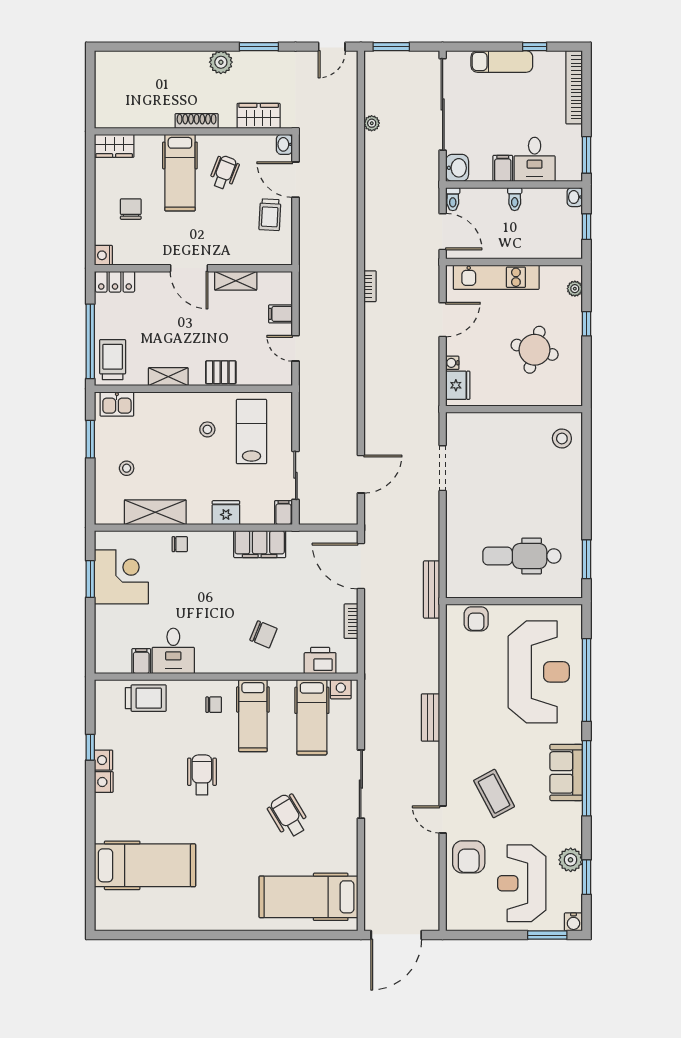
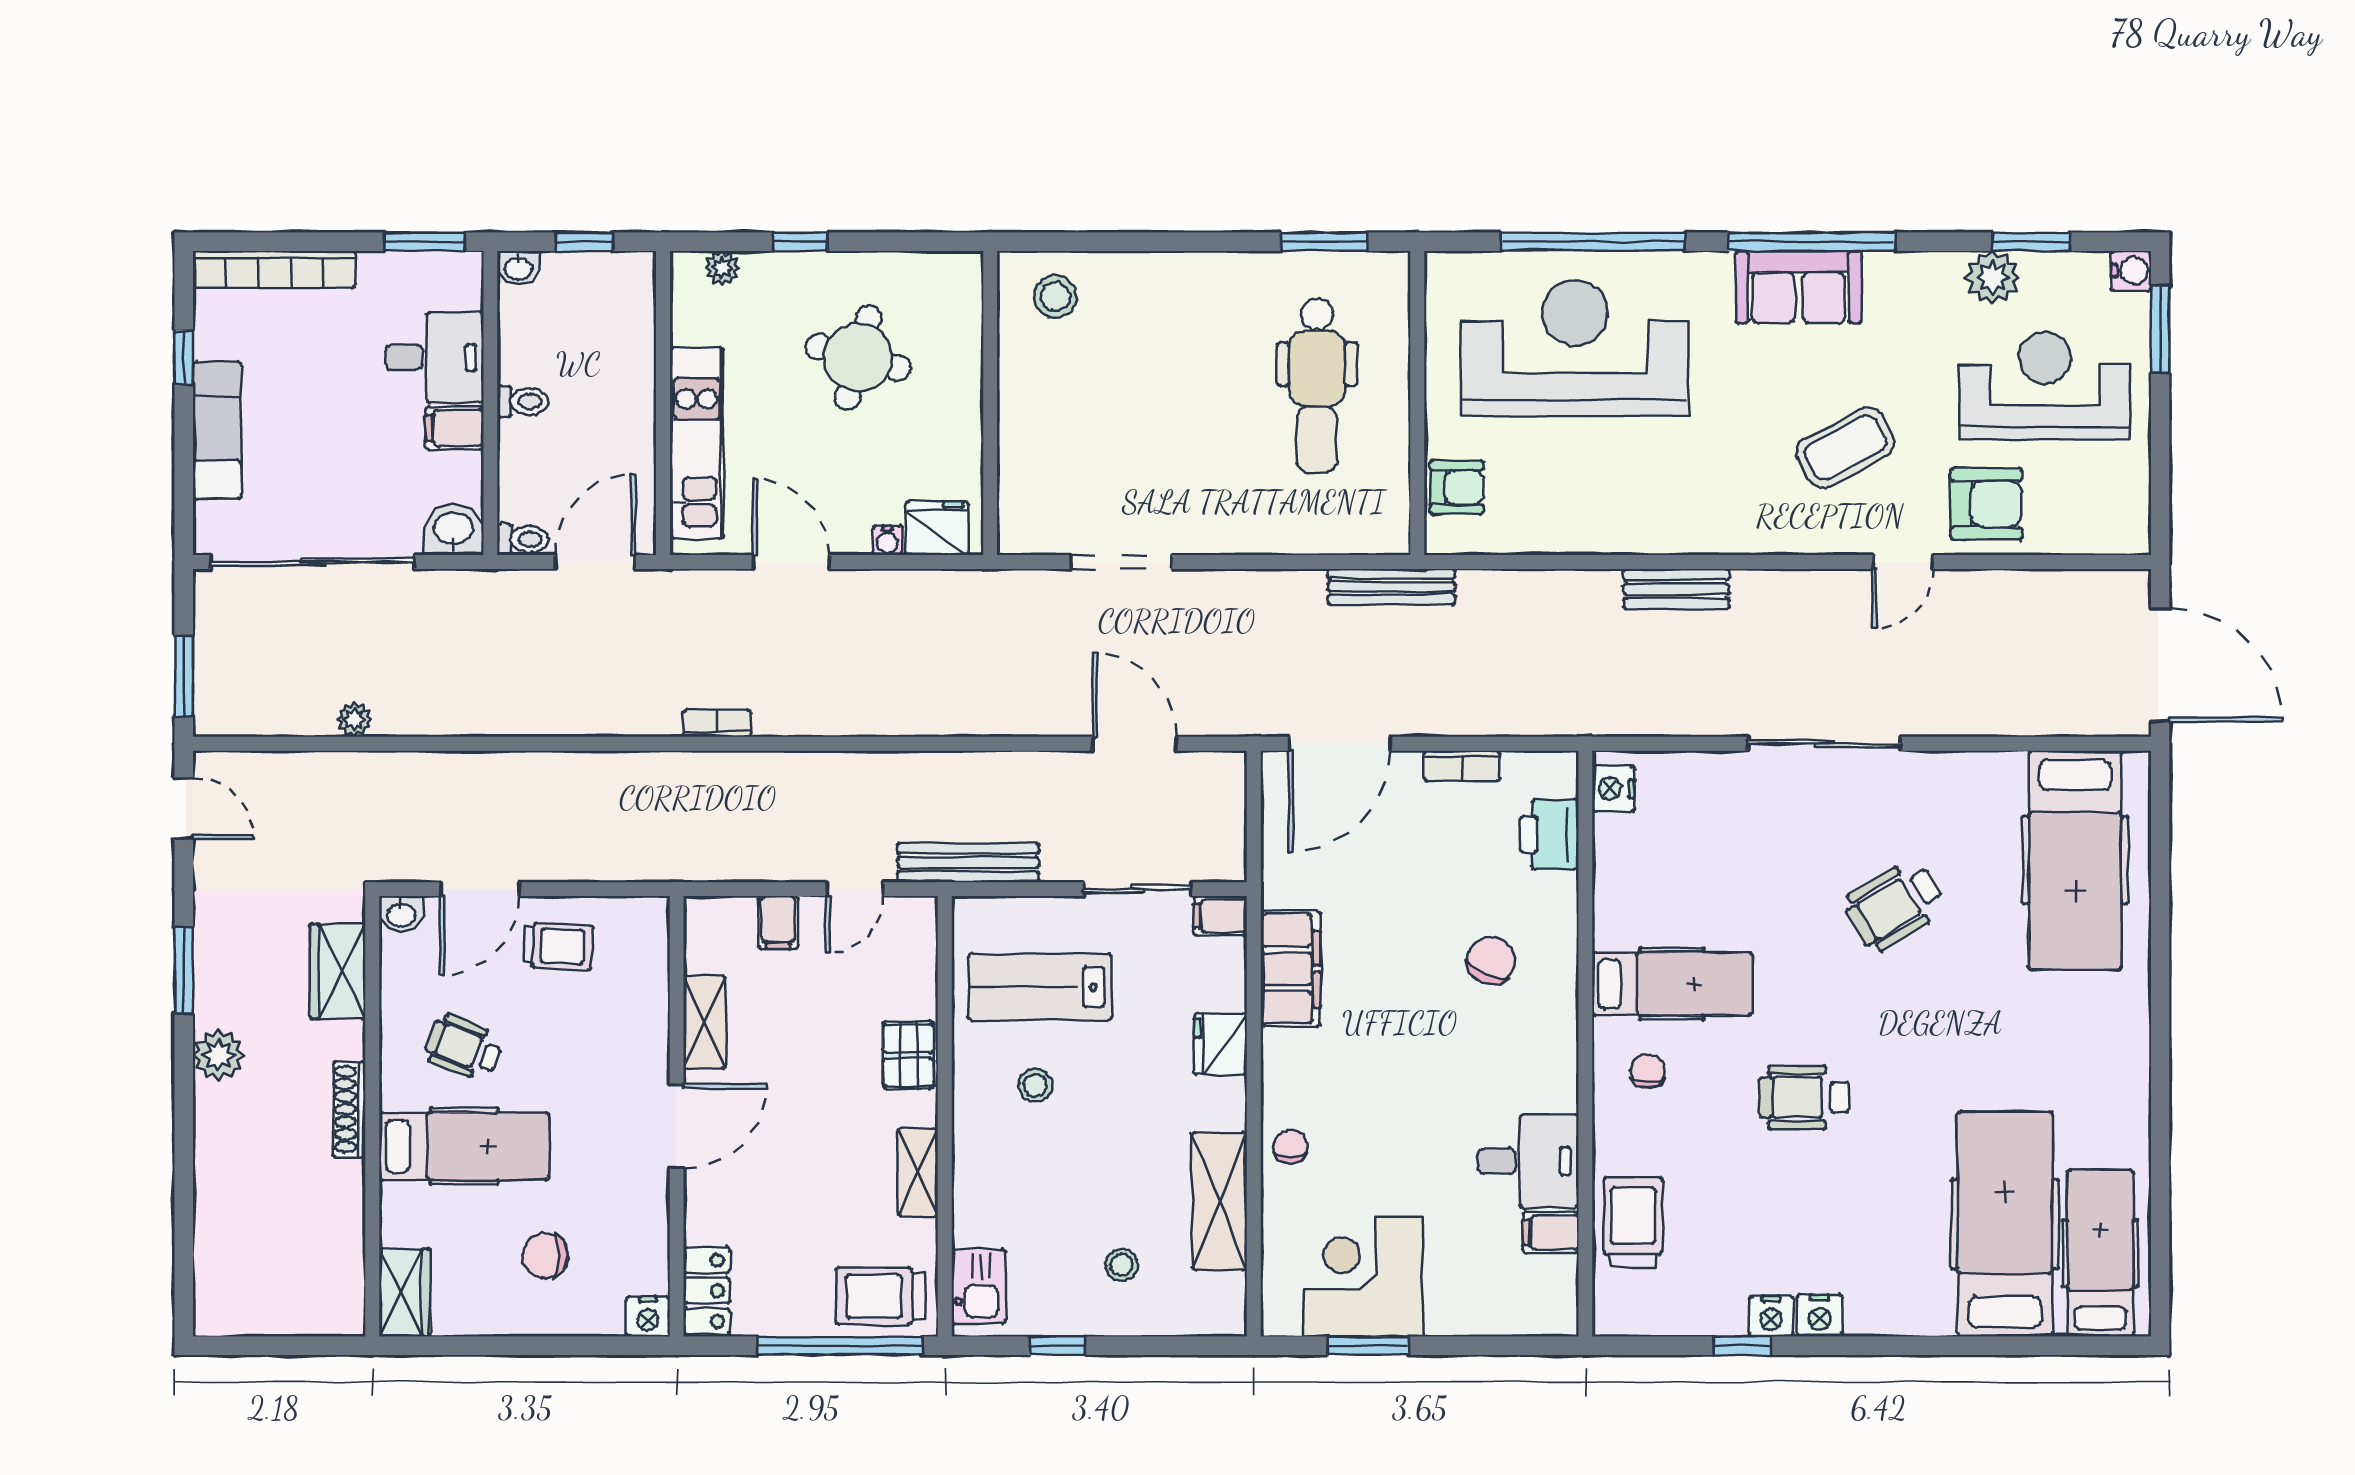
bench: (307, 399) -> (968, 863), added
window: (90, 439) -> (1057, 1346), width x0.67
hospital bed: (312, 717) -> (2100, 1253), moved, turned -90
reception desk: (522, 883) -> (2045, 386), turned 180

